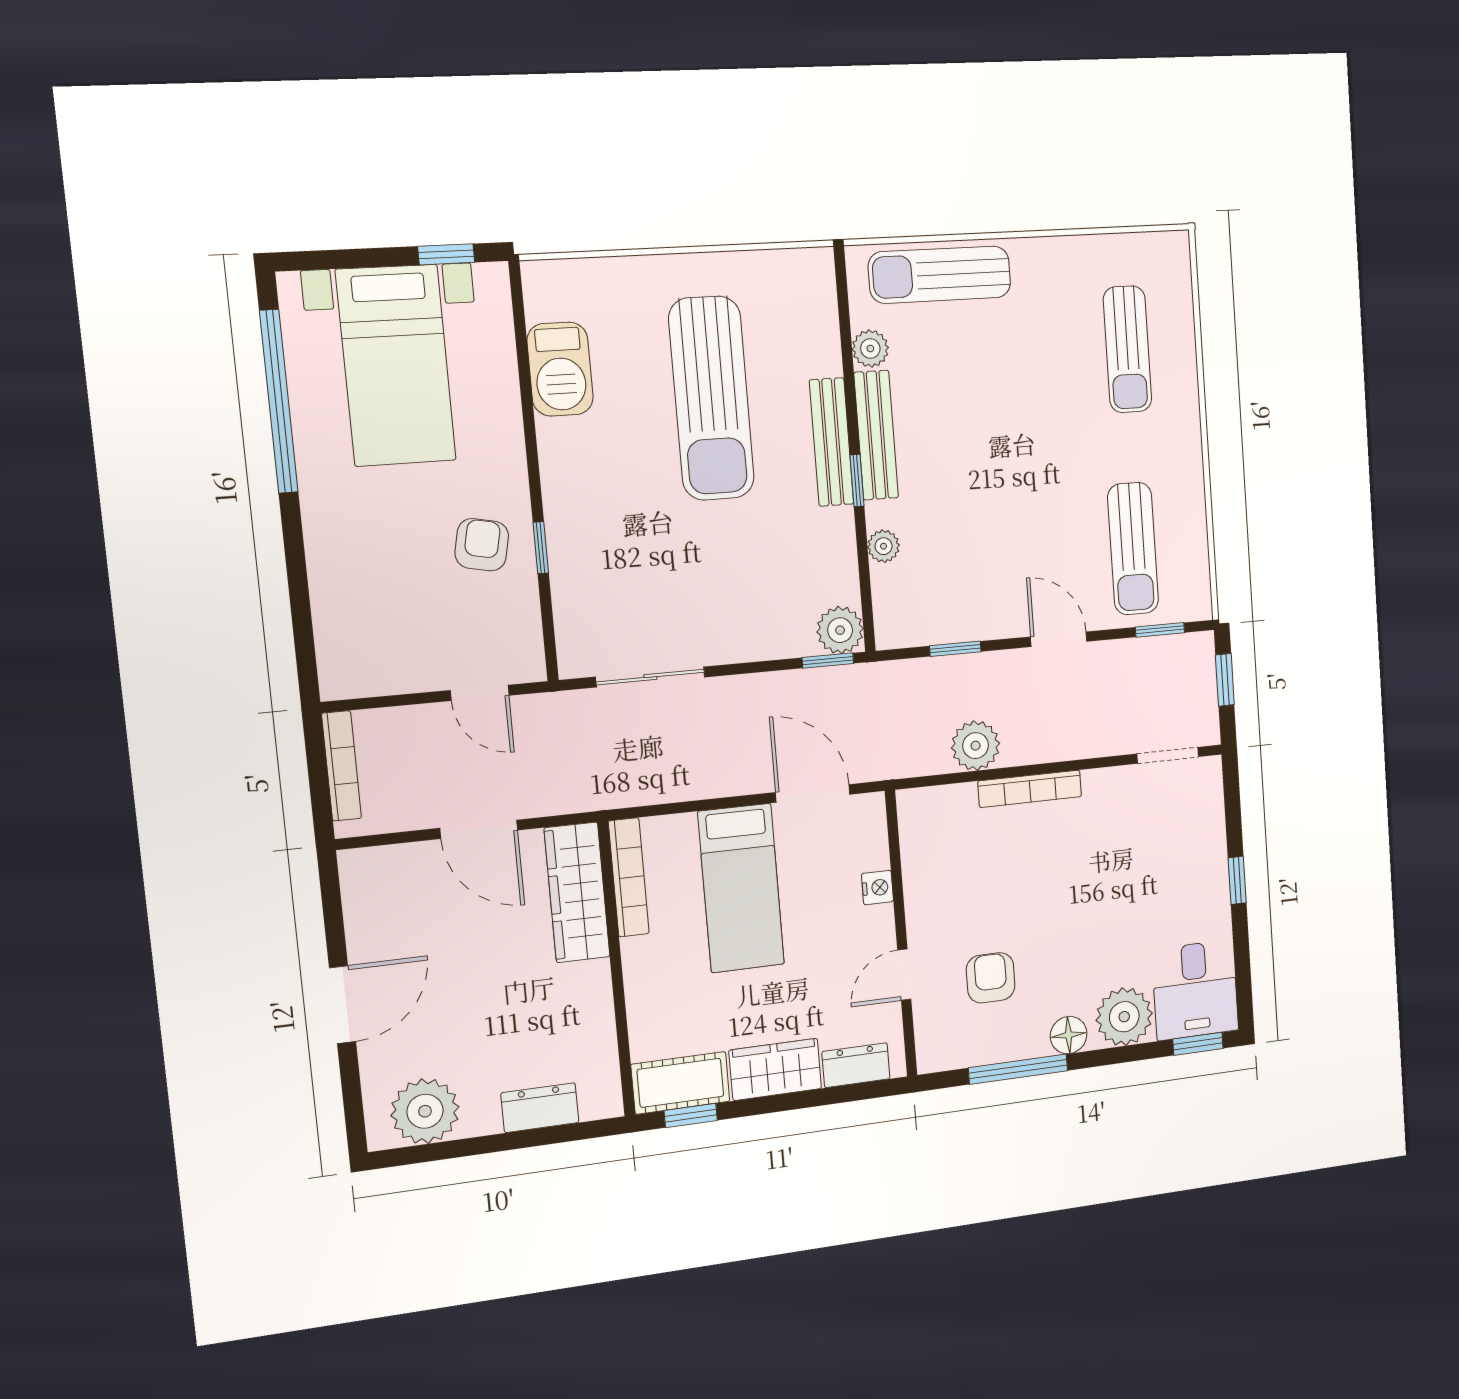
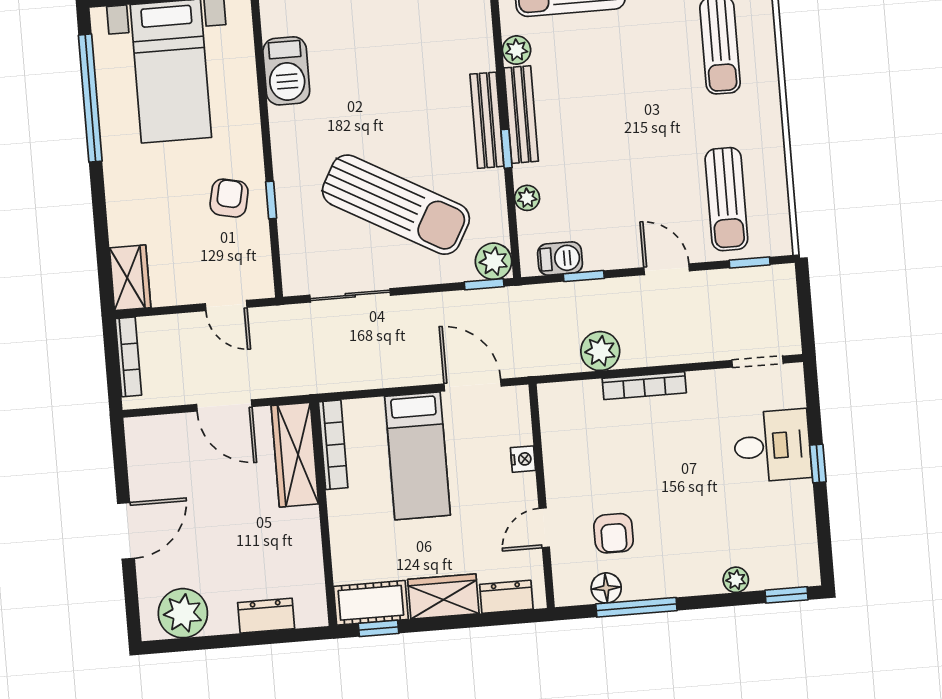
sun lounger: (712, 398) -> (396, 205), moved, turned -61
barbecue: (925, 626) -> (560, 258), added
wardrobe: (342, 656) -> (130, 278), added
window: (1225, 680) -> (805, 302), removed
armchair: (991, 978) -> (614, 533), turned 180
desk: (1195, 990) -> (772, 446), moved, turned -90
plant: (1124, 1017) -> (736, 580), width x0.53, depth x0.53
floor lamp: (1069, 1035) -> (606, 588), moved

